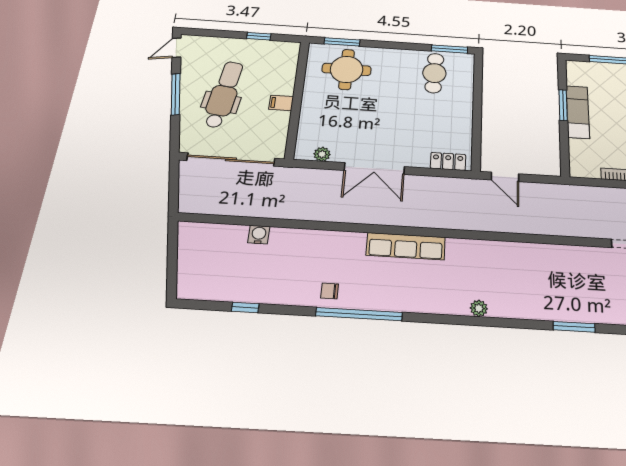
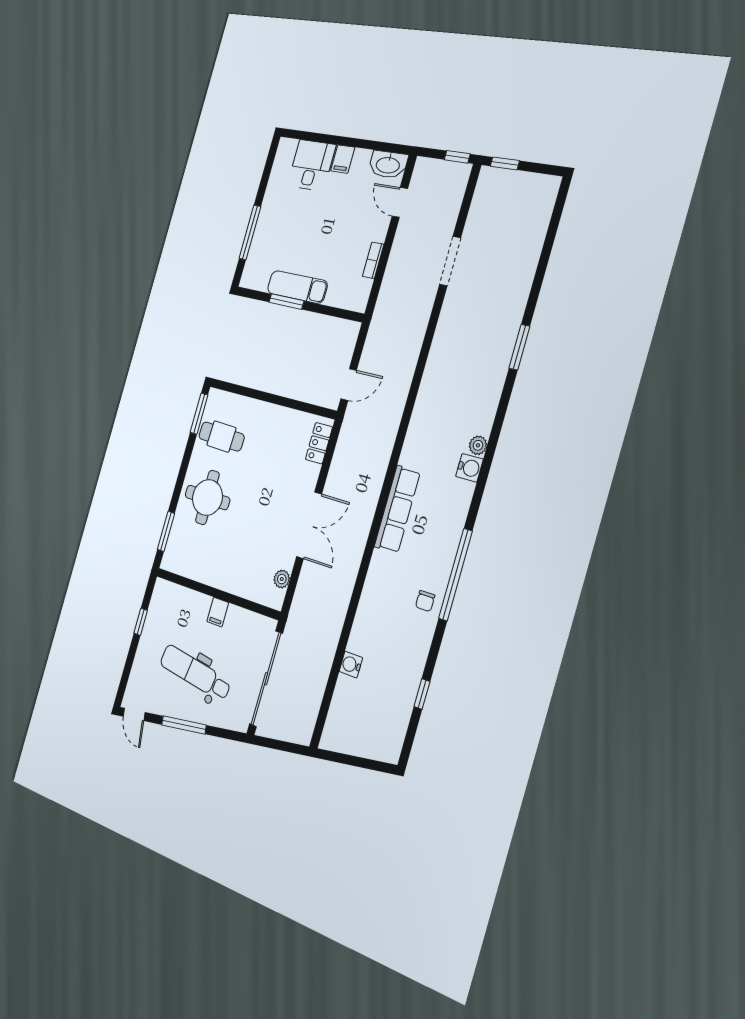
round table: (347, 69) -> (207, 497), moved
water cooler: (457, 305) -> (469, 468), added

